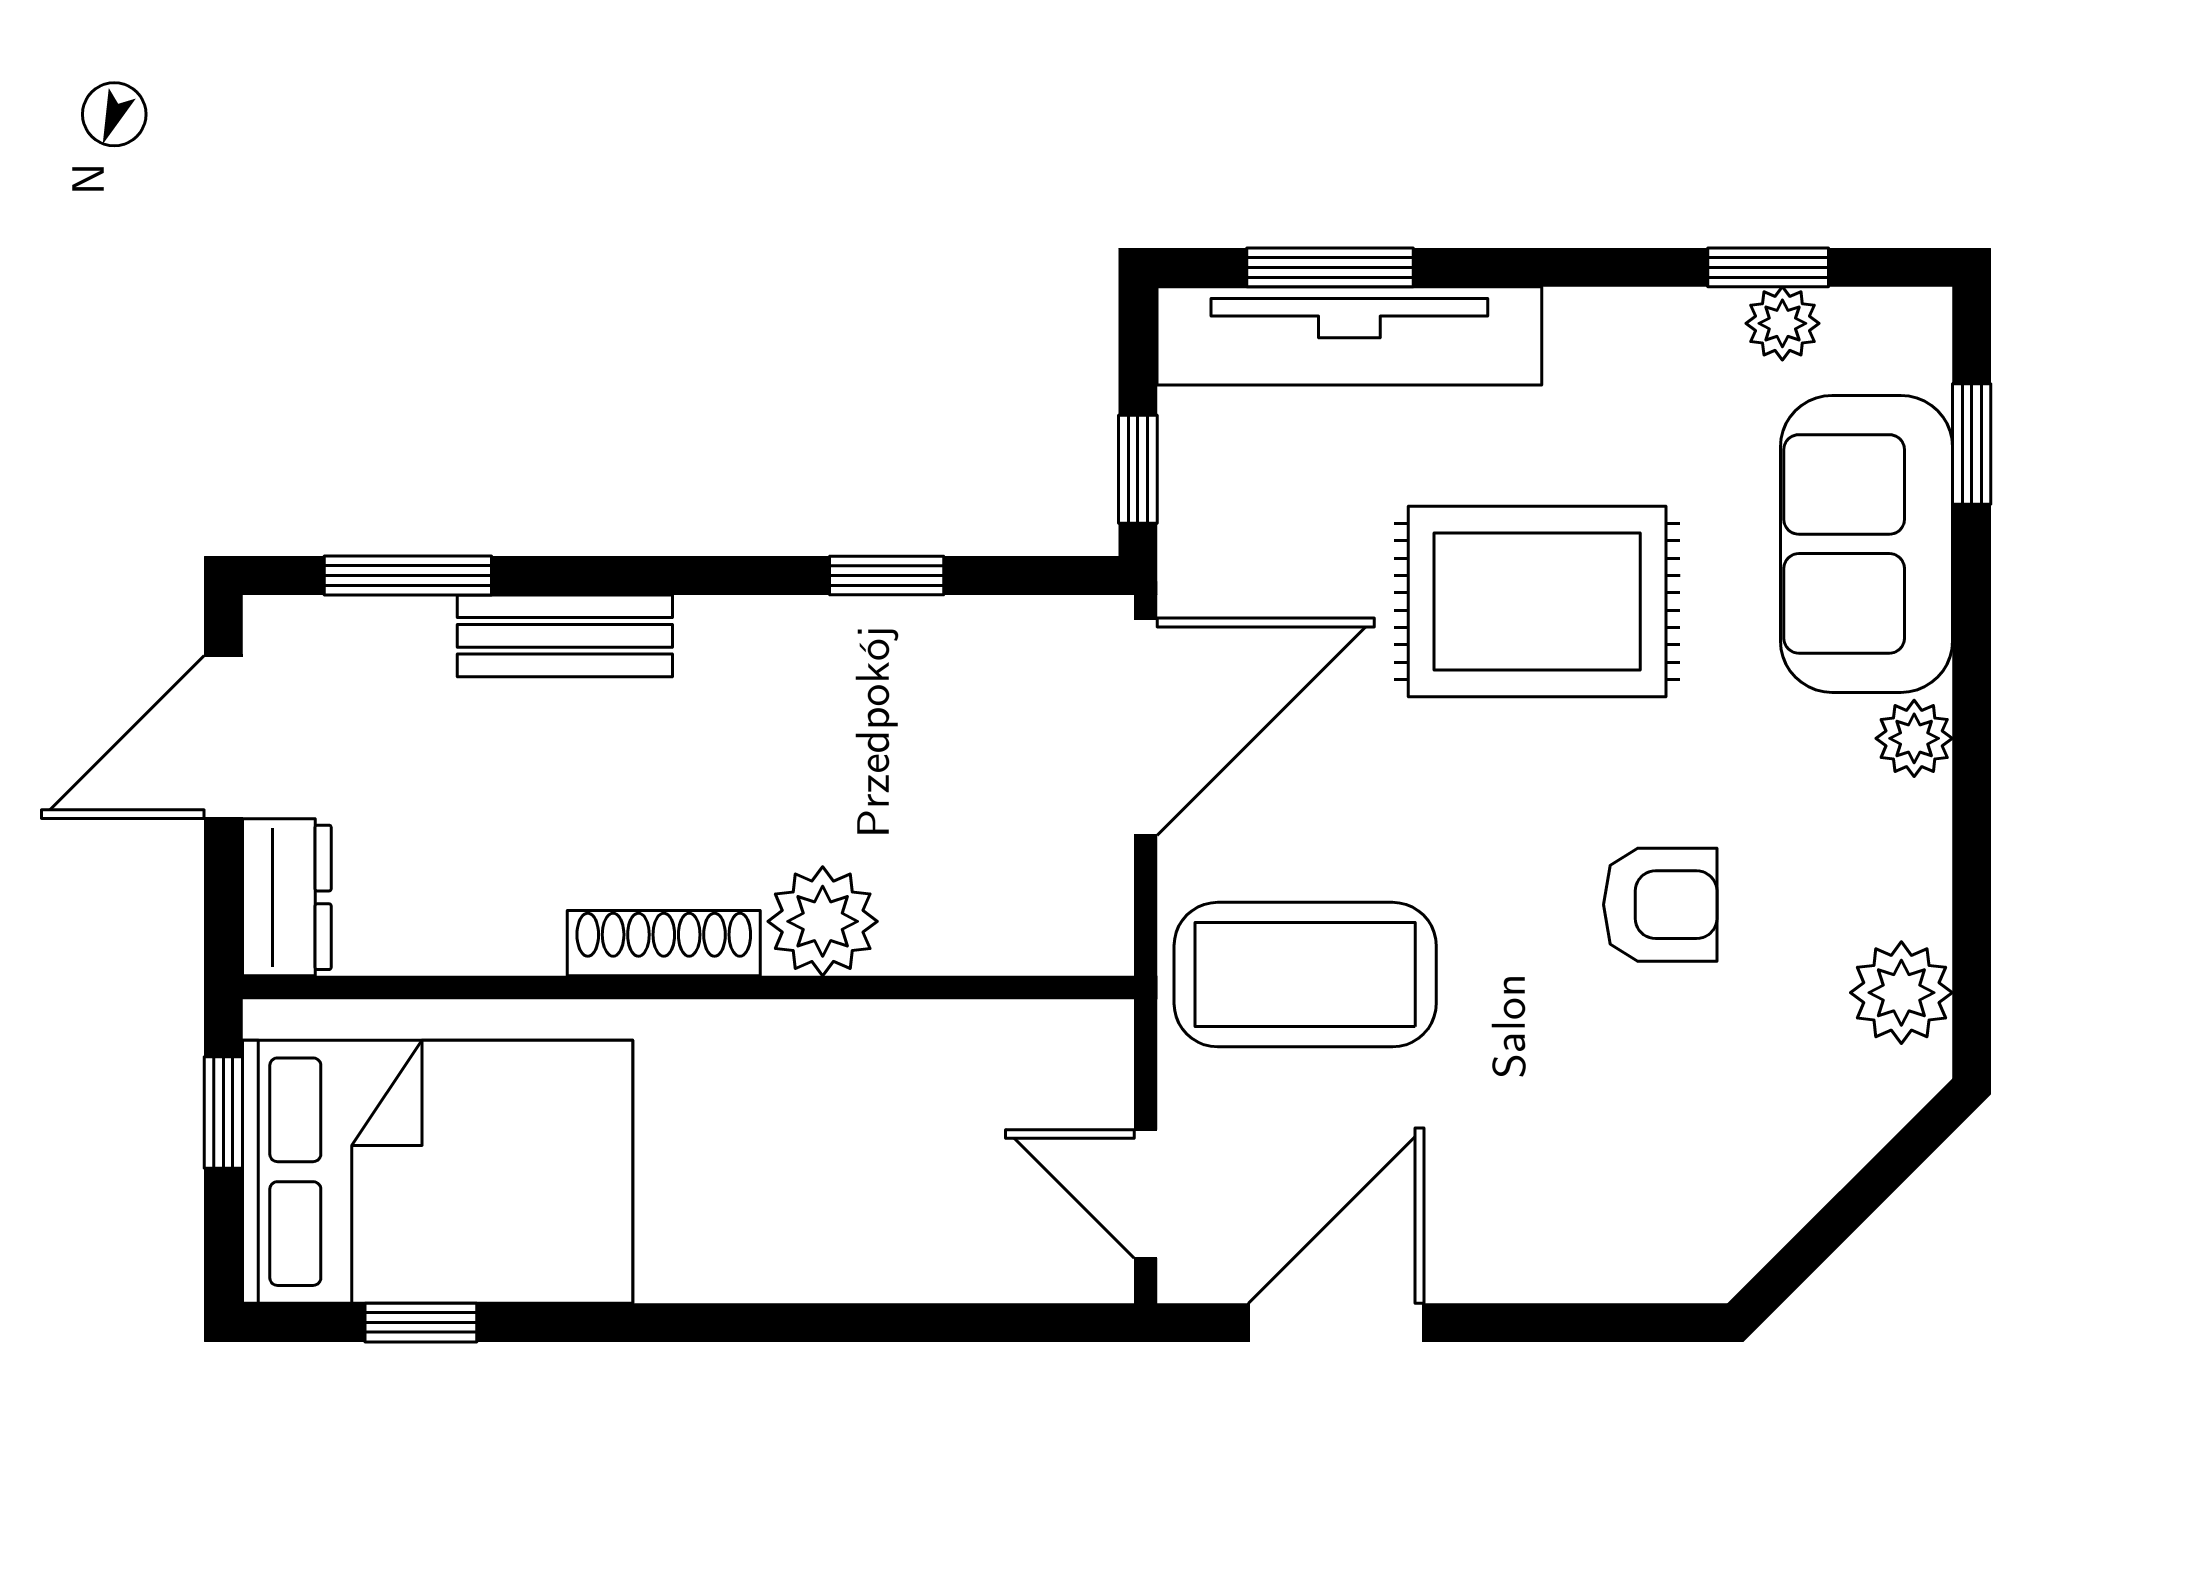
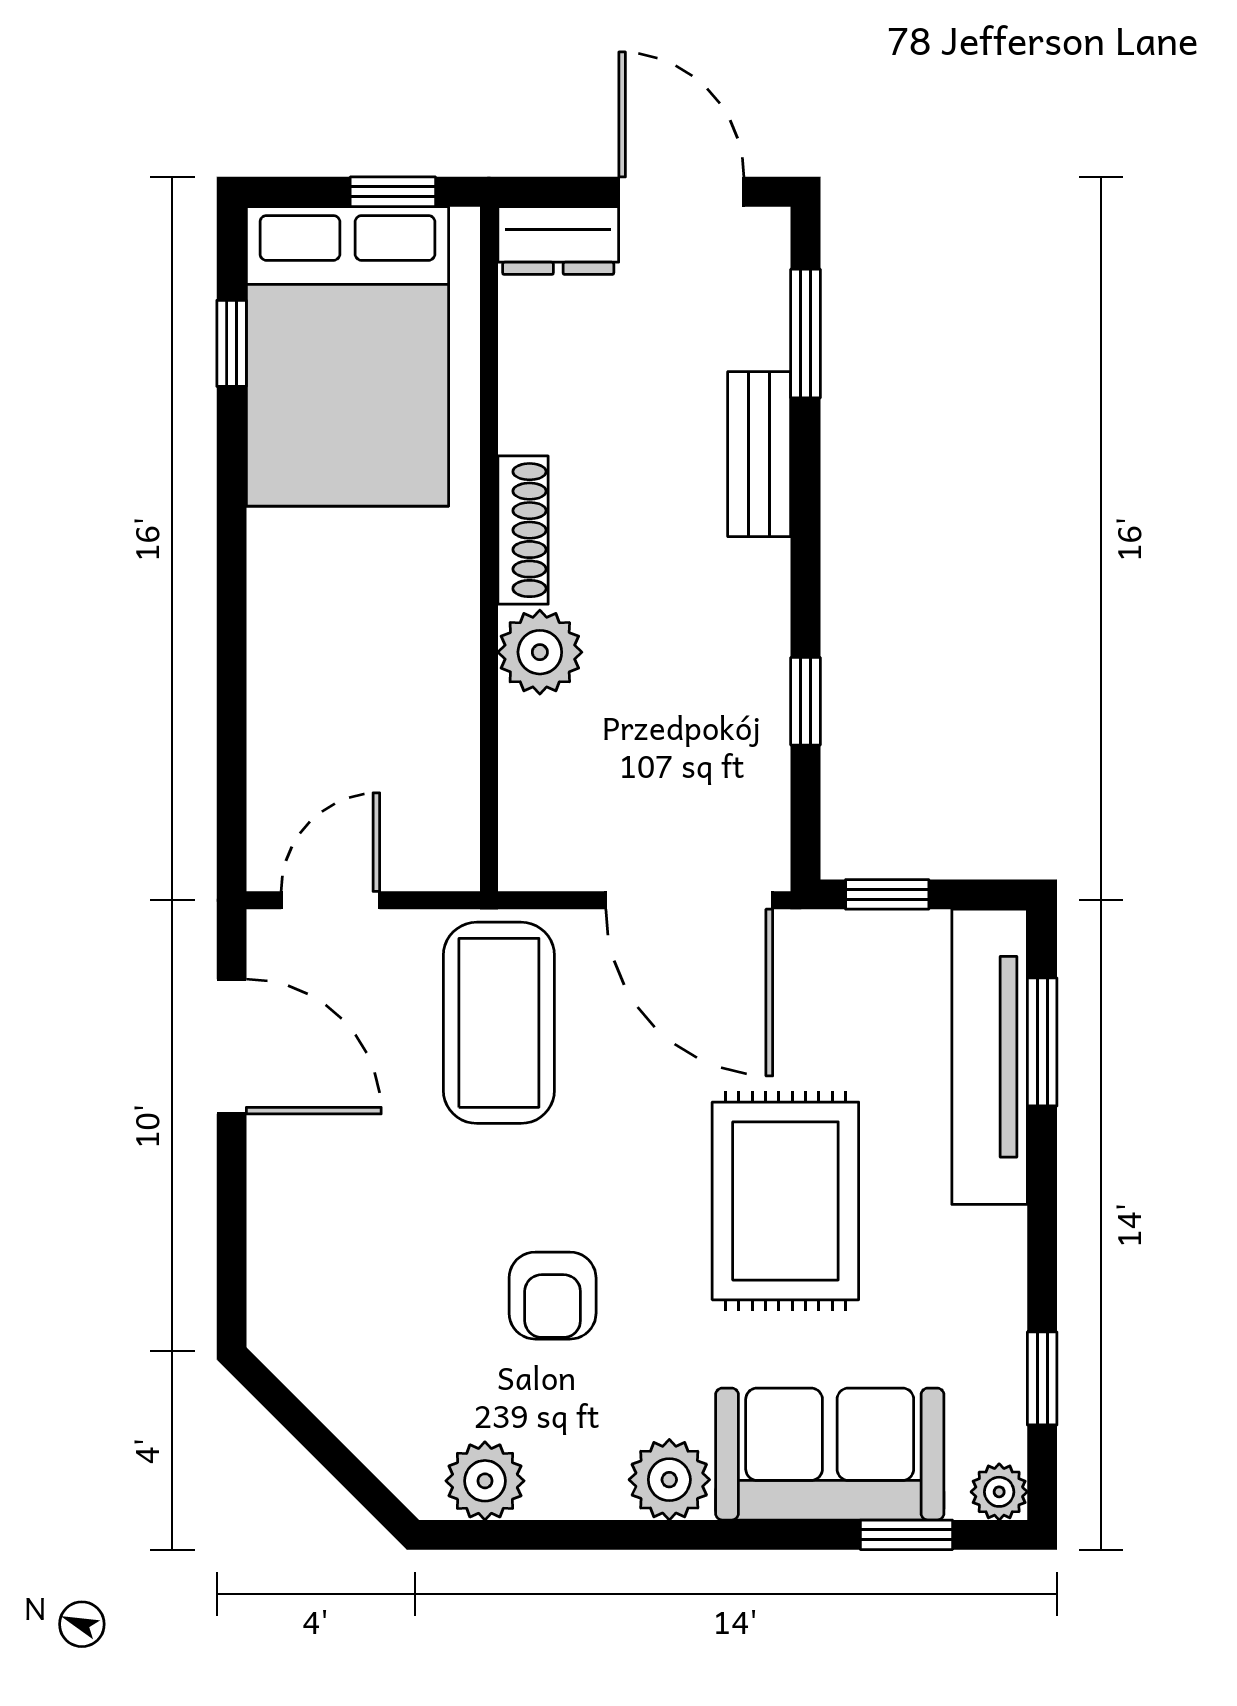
plant: (1782, 323) -> (999, 1492), moved
plant: (1914, 738) -> (669, 1480), width x1.38, depth x1.38

